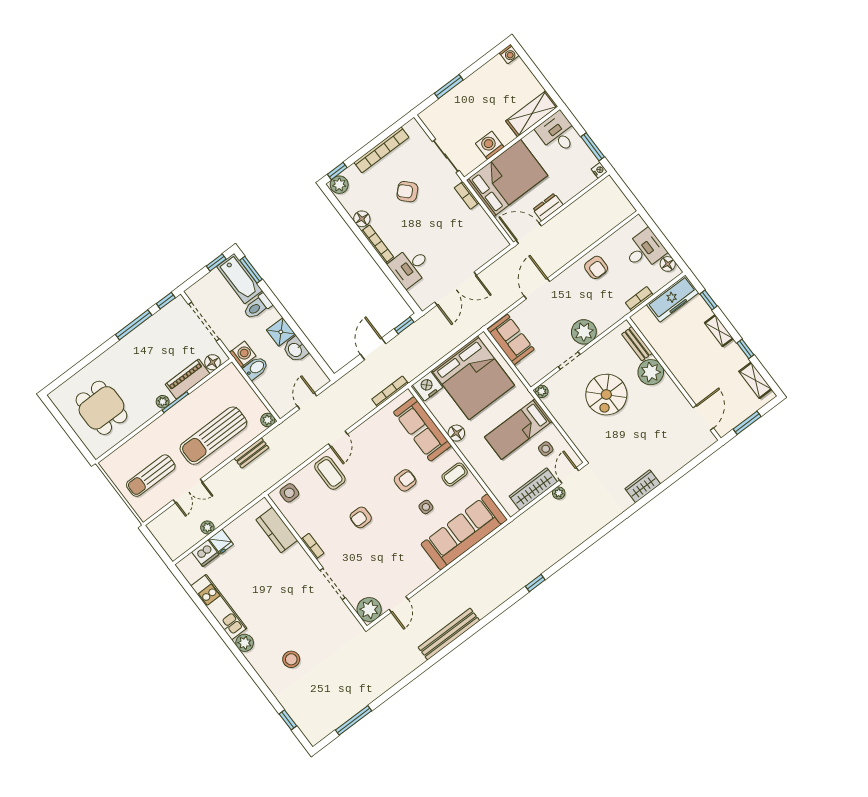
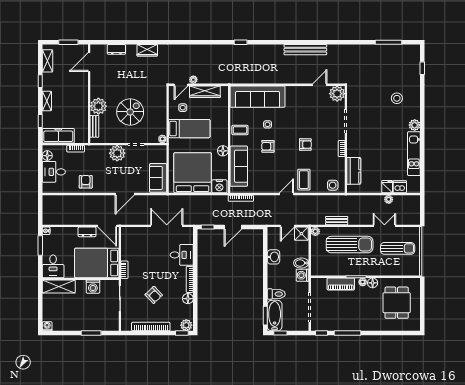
shower: (281, 332) -> (301, 234), moved
floor lamp: (213, 362) -> (373, 283), moved
dresser: (681, 459) -> (116, 49), added

